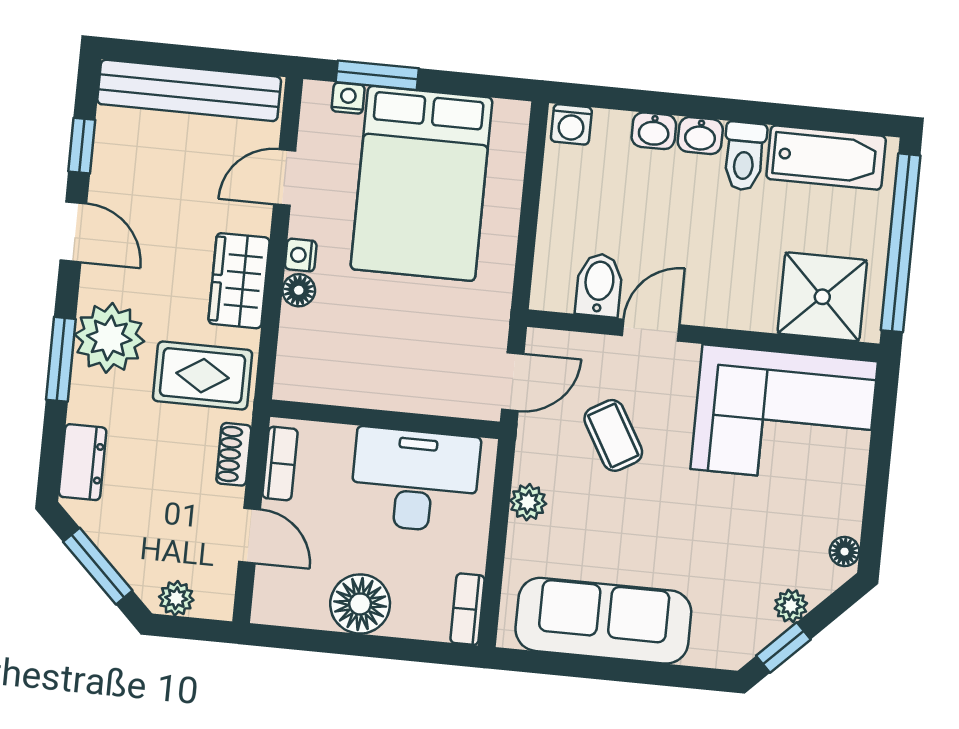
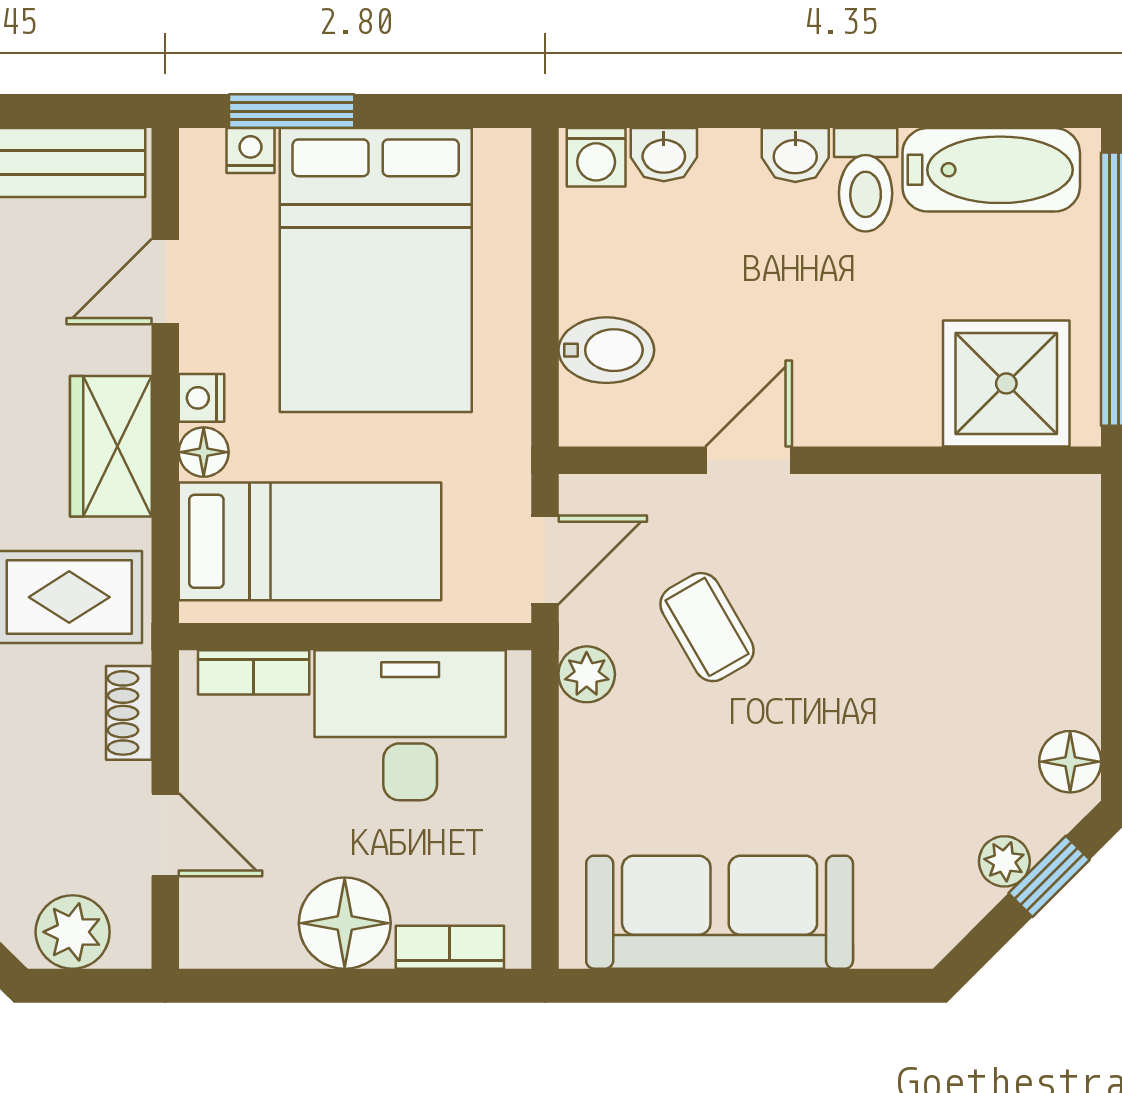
washbasin: (654, 131) -> (664, 155), moved
bidet: (599, 285) -> (606, 350), moved, turned 90
bed: (362, 355) -> (310, 541), added
corner sofa: (784, 415) -> (966, 570), removed
bookcase: (280, 464) -> (254, 672), moved, turned 90
plant: (528, 502) -> (587, 674), moved
floor lamp: (845, 552) -> (1070, 762), width x1.37, depth x1.37
plant: (176, 598) -> (73, 932), width x1.38, depth x1.38
bookcase: (467, 609) -> (450, 947), moved, turned 90
window: (783, 648) -> (1049, 876), moved

